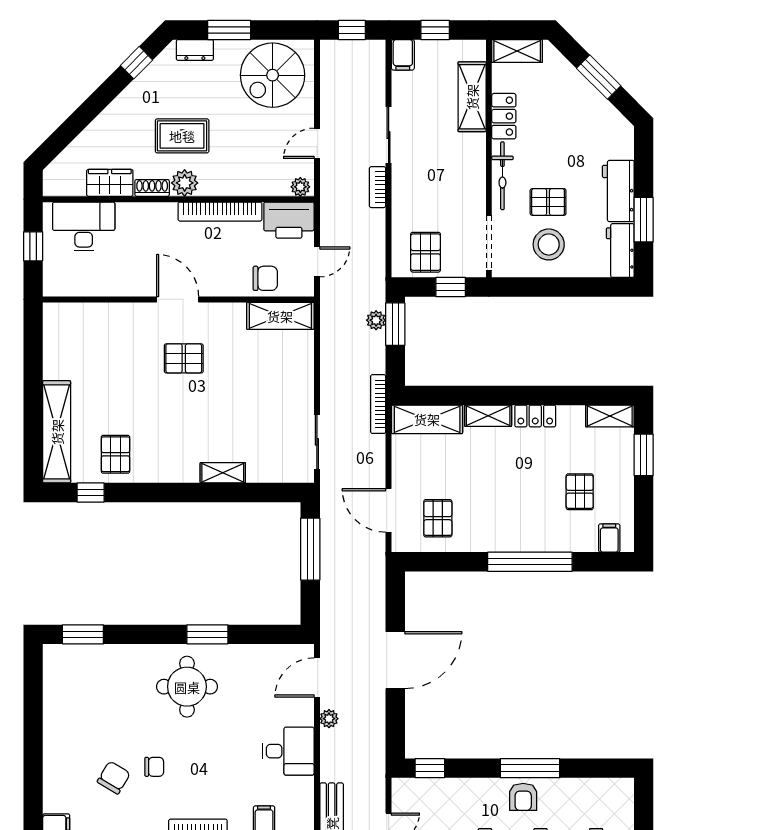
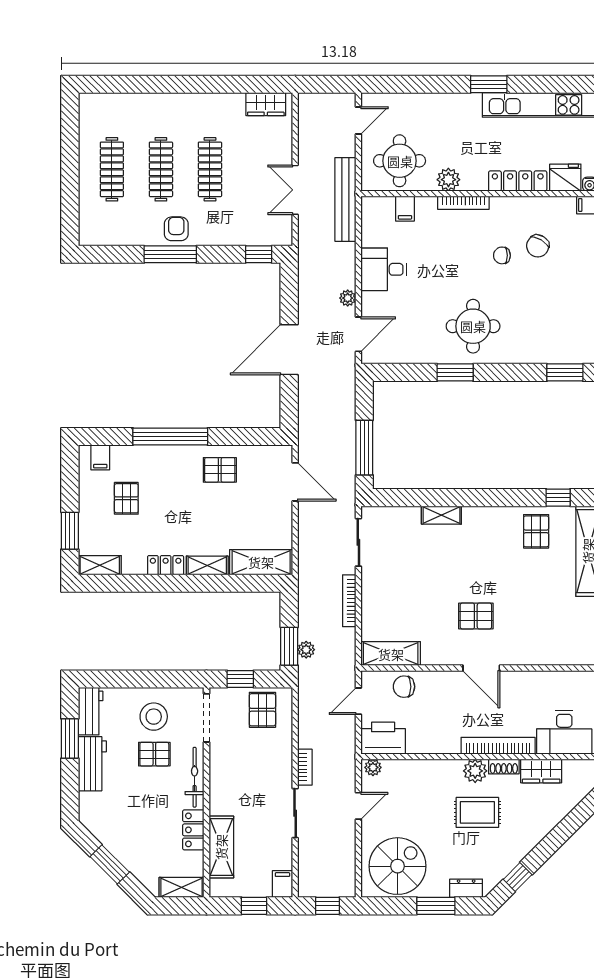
bookcase: (220, 212) -> (498, 746), moved
bookcase: (378, 404) -> (349, 601), moved, turned 180
pallet: (438, 518) -> (220, 470), moved, turned 90

